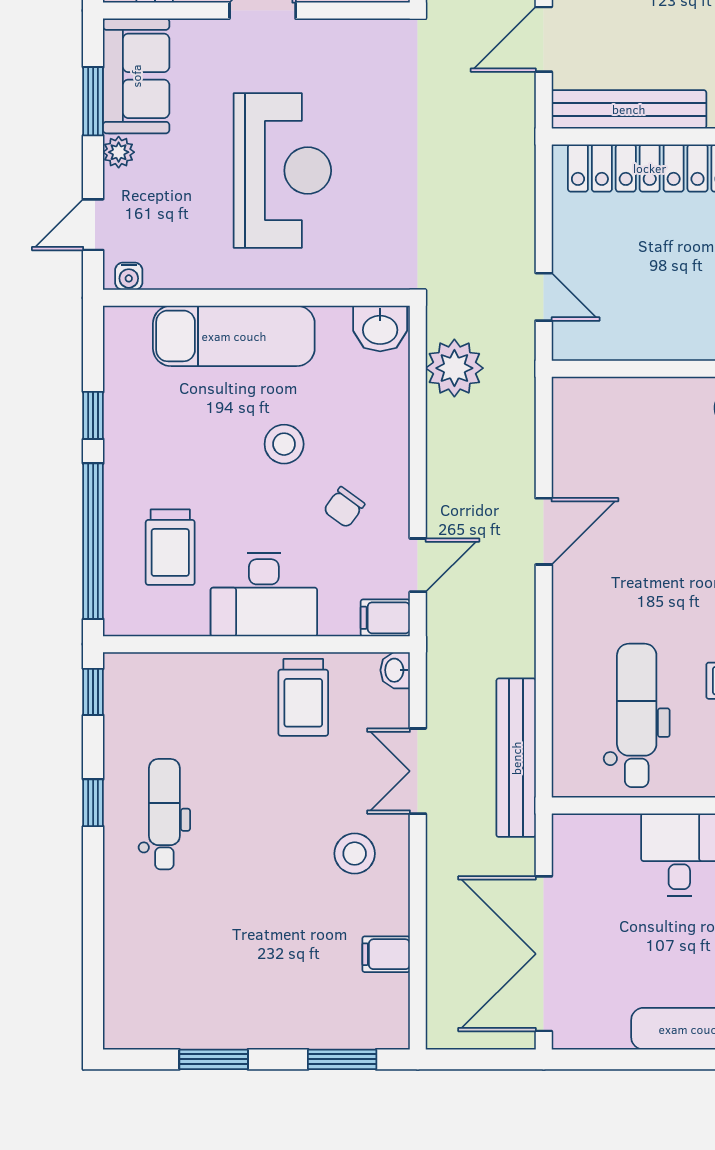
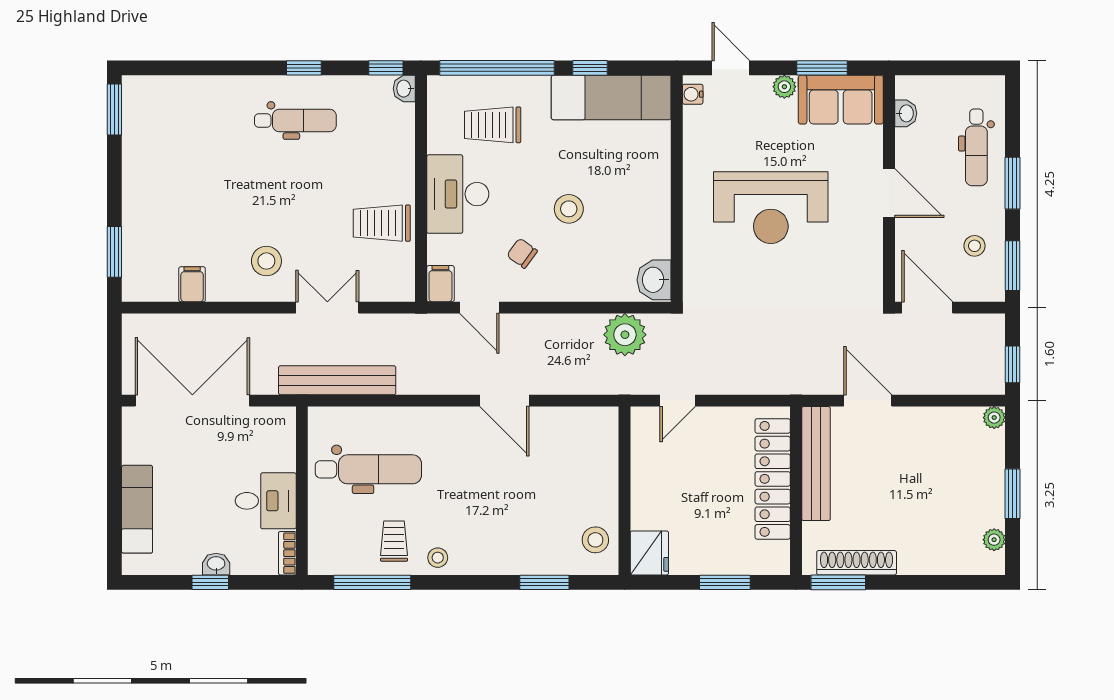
exam couch: (234, 336) -> (611, 97), moved, turned -90
washbasin: (395, 670) -> (404, 89), moved, turned -90
window: (214, 1059) -> (114, 110), moved

